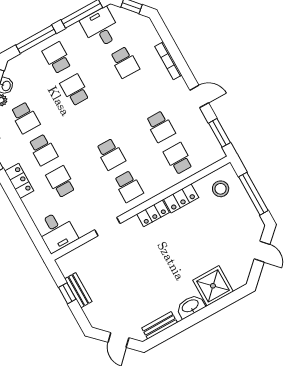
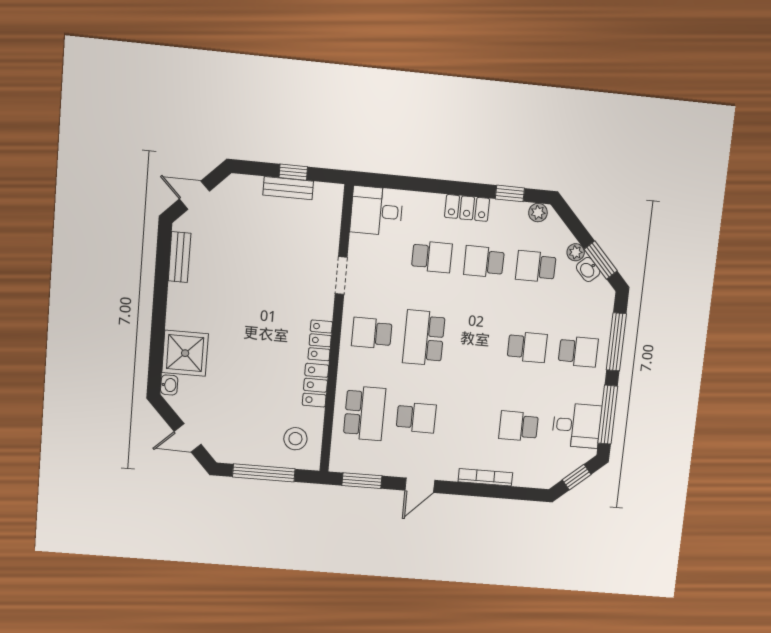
school desk: (160, 127) -> (416, 418), turned 180
school desk: (111, 154) -> (424, 338), width x1.85
school desk: (178, 159) -> (364, 413), width x1.85
washbasin: (190, 306) -> (169, 385), moved, width x0.52, depth x0.69

